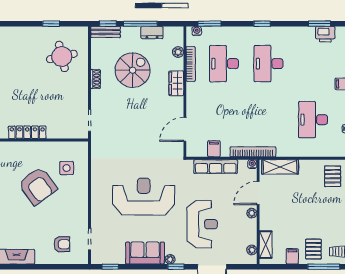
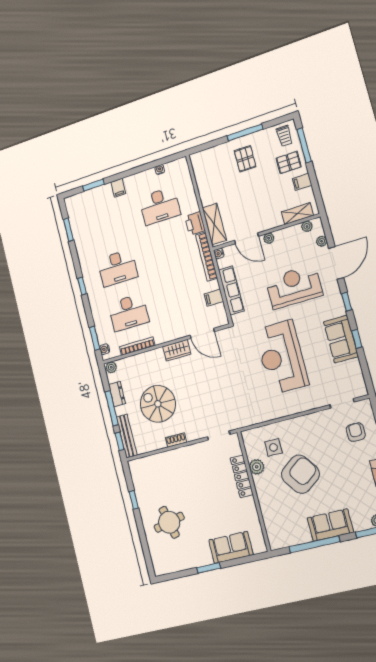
bench: (106, 32) -> (127, 436), width x1.36
printer: (325, 34) -> (195, 223), moved, turned 180
plant: (178, 52) -> (111, 367), moved
round table: (62, 56) -> (169, 522), moved
wardrobe: (176, 83) -> (177, 350), moved
locker: (27, 132) -> (242, 476), moved
plant: (53, 148) -> (257, 467), added
pallet: (333, 176) -> (245, 159), moved, turned 90
plant: (170, 259) -> (322, 241), moved
window: (110, 267) -> (357, 339), moved

